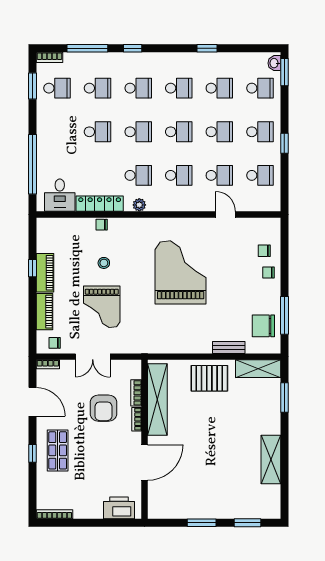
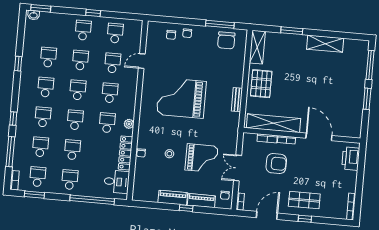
school desk: (260, 88) -> (70, 180), moved
window: (33, 268) -> (186, 208), moved
bench: (229, 347) -> (237, 100), moved
double door: (93, 357) -> (238, 168), swing flipped
window: (284, 397) -> (292, 31), moved
window: (248, 523) -> (370, 65), width x1.44

